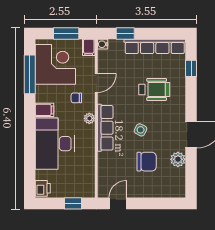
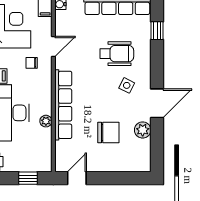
plant: (89, 118) -> (46, 121), moved
row of seats: (105, 128) -> (63, 105), width x1.36
side table: (141, 130) -> (127, 85), moved

